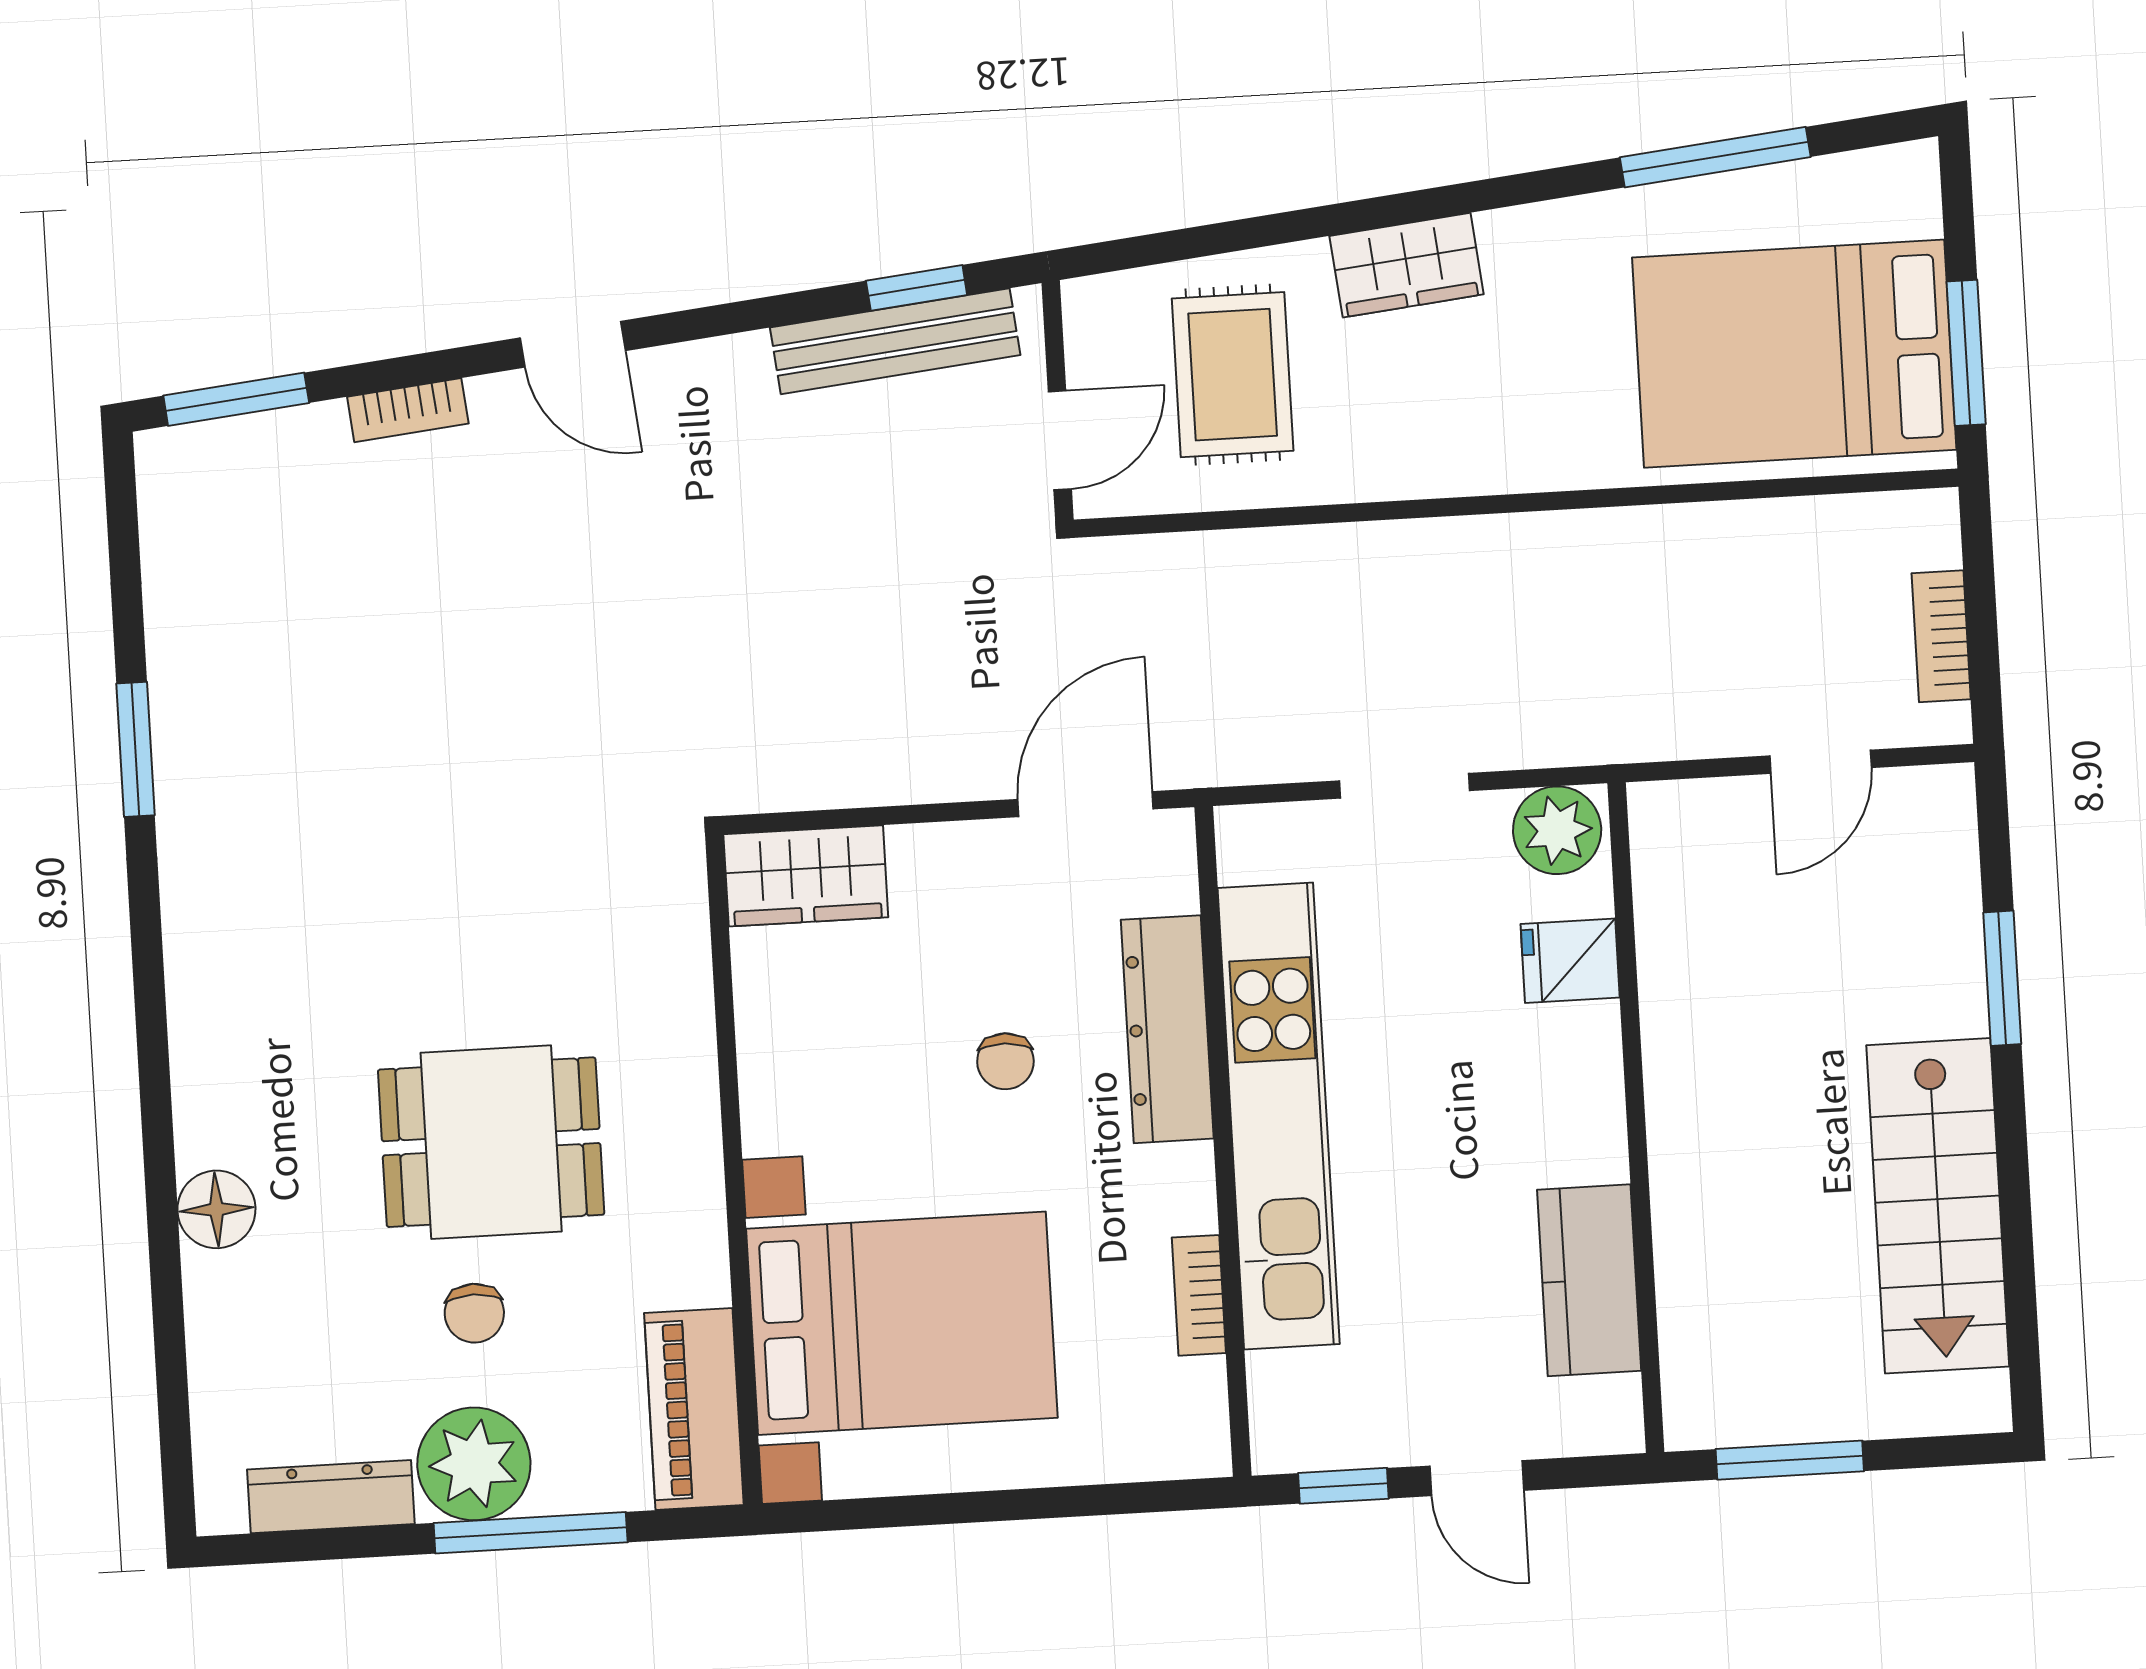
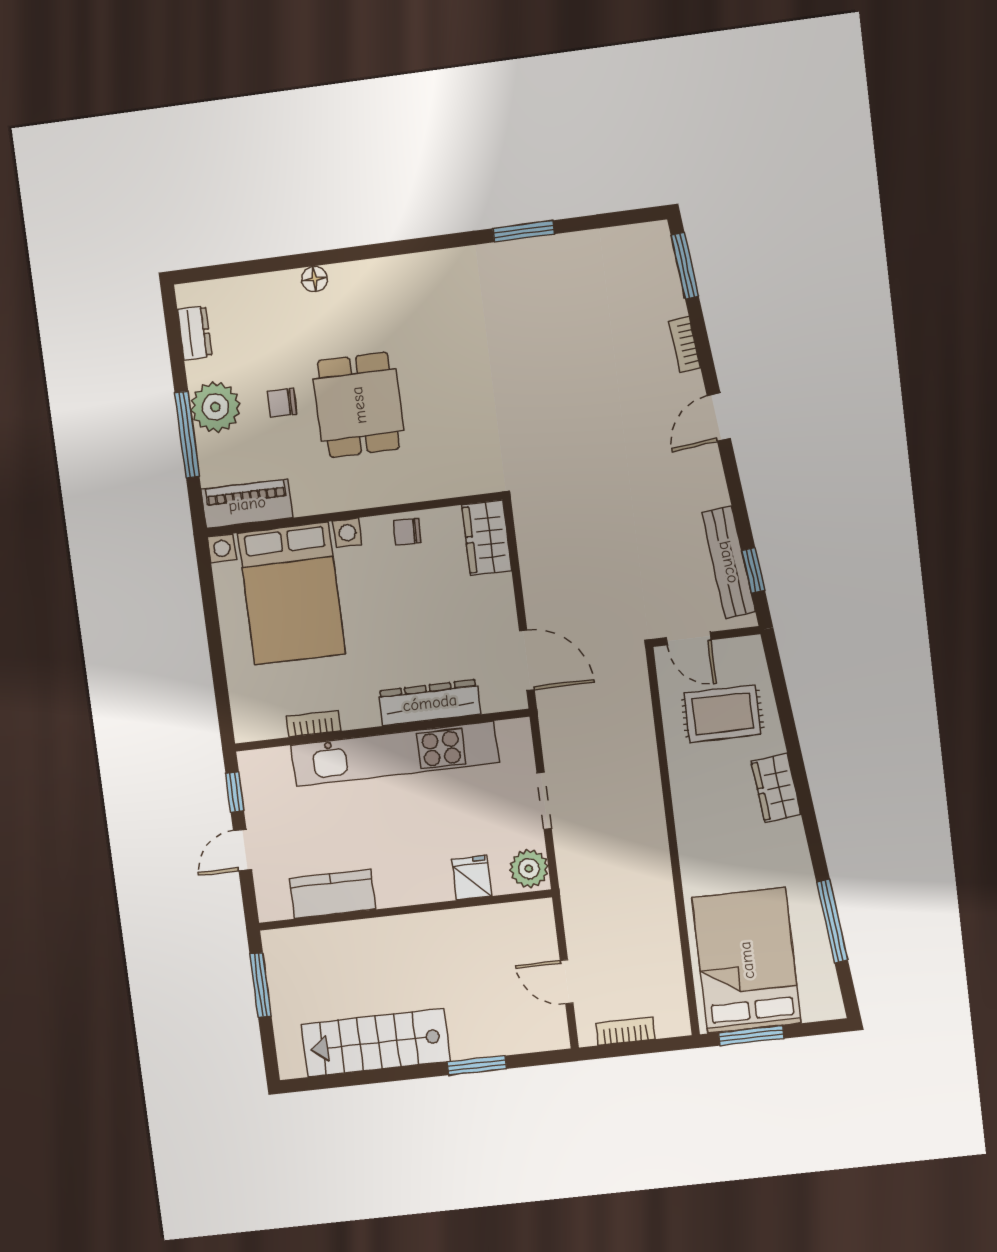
chair: (1005, 1061) -> (407, 532), moved
floor lamp: (216, 1209) -> (315, 279), width x0.73, depth x0.73
dresser: (331, 1497) -> (195, 333), width x0.70

